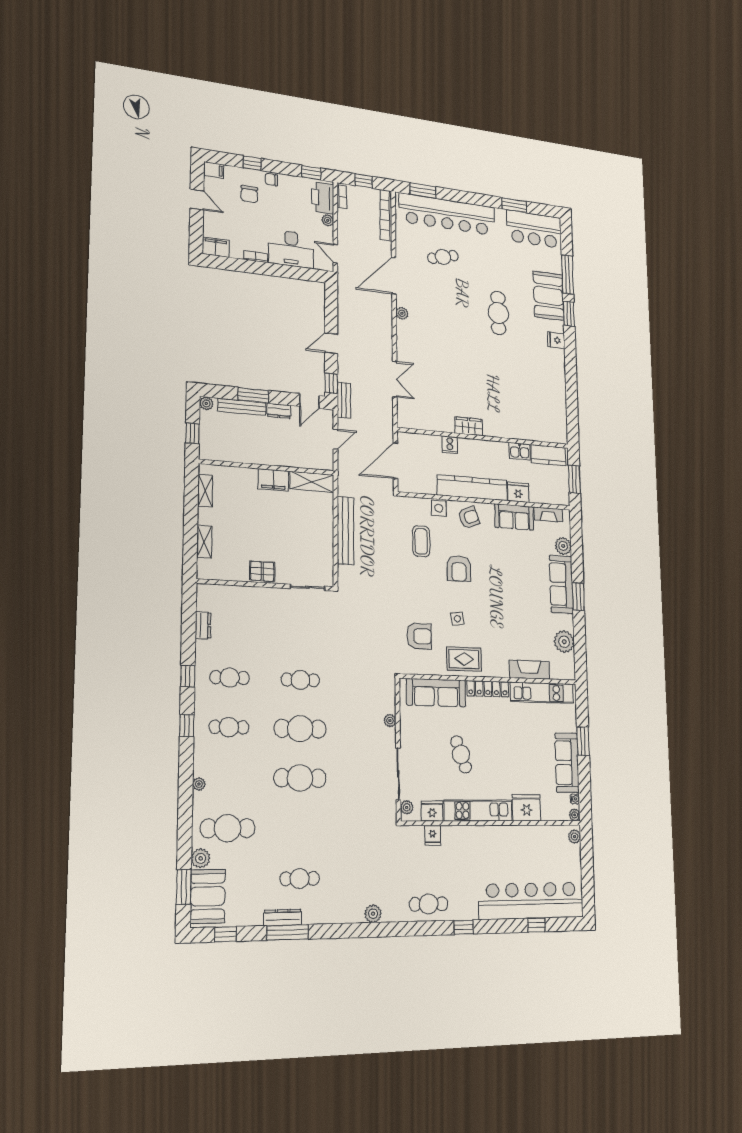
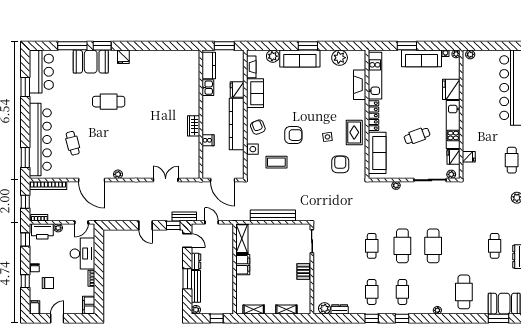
plant: (201, 858) -> (324, 308), moved

